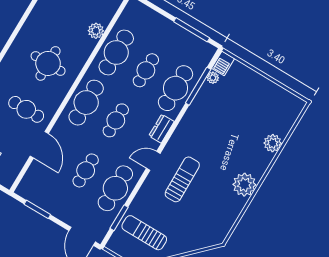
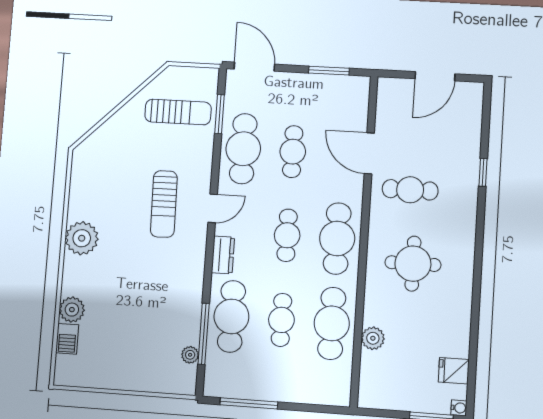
barbecue: (223, 63) -> (67, 339), moved, turned 180

